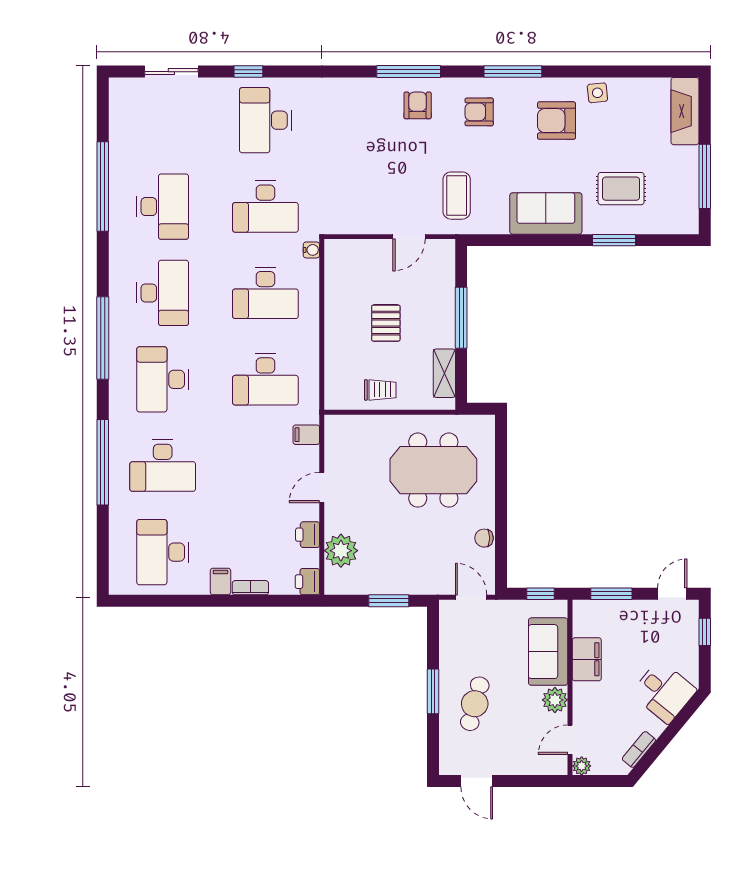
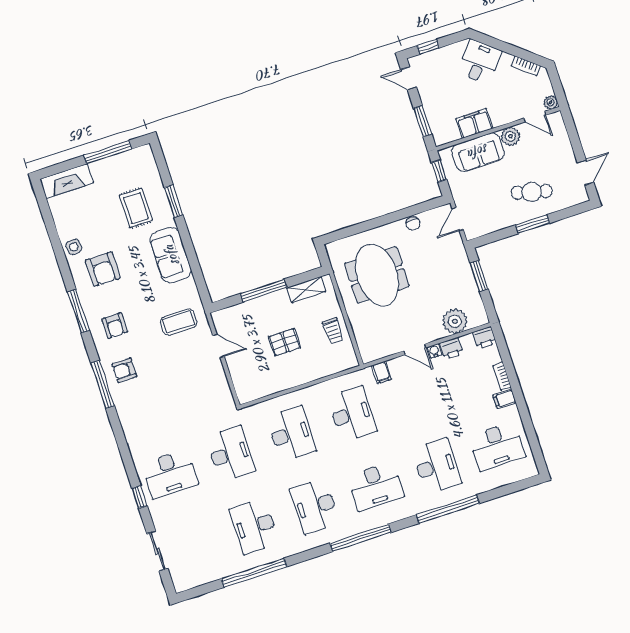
desk: (163, 207) -> (254, 526), turned -90
water cooler: (311, 250) -> (434, 351), moved
desk: (163, 293) -> (315, 506), turned -90
trolley: (380, 390) -> (333, 331), turned 180

